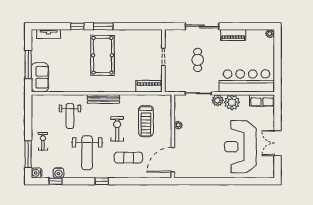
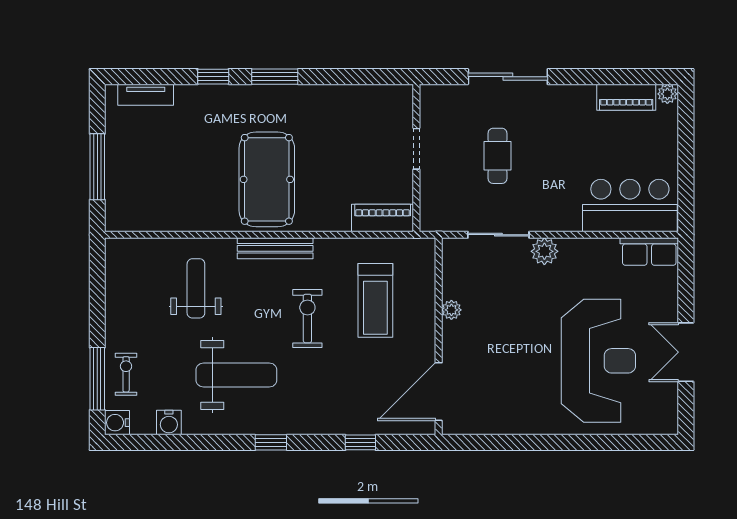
piano: (233, 35) -> (626, 97), moved
pool table: (102, 55) -> (267, 179), moved
sofa: (40, 77) -> (125, 197), removed
bar counter: (246, 81) -> (630, 205), width x0.73
plant: (232, 102) -> (578, 256), removed
weight bench: (70, 116) -> (196, 288), turned 180
exercise bike: (43, 141) -> (126, 374), moved
reception desk: (240, 147) -> (598, 361), turned 180
weight bench: (87, 153) -> (236, 375), turned -90
exercise mat: (128, 158) -> (334, 387), removed
window: (55, 181) -> (360, 442), moved

